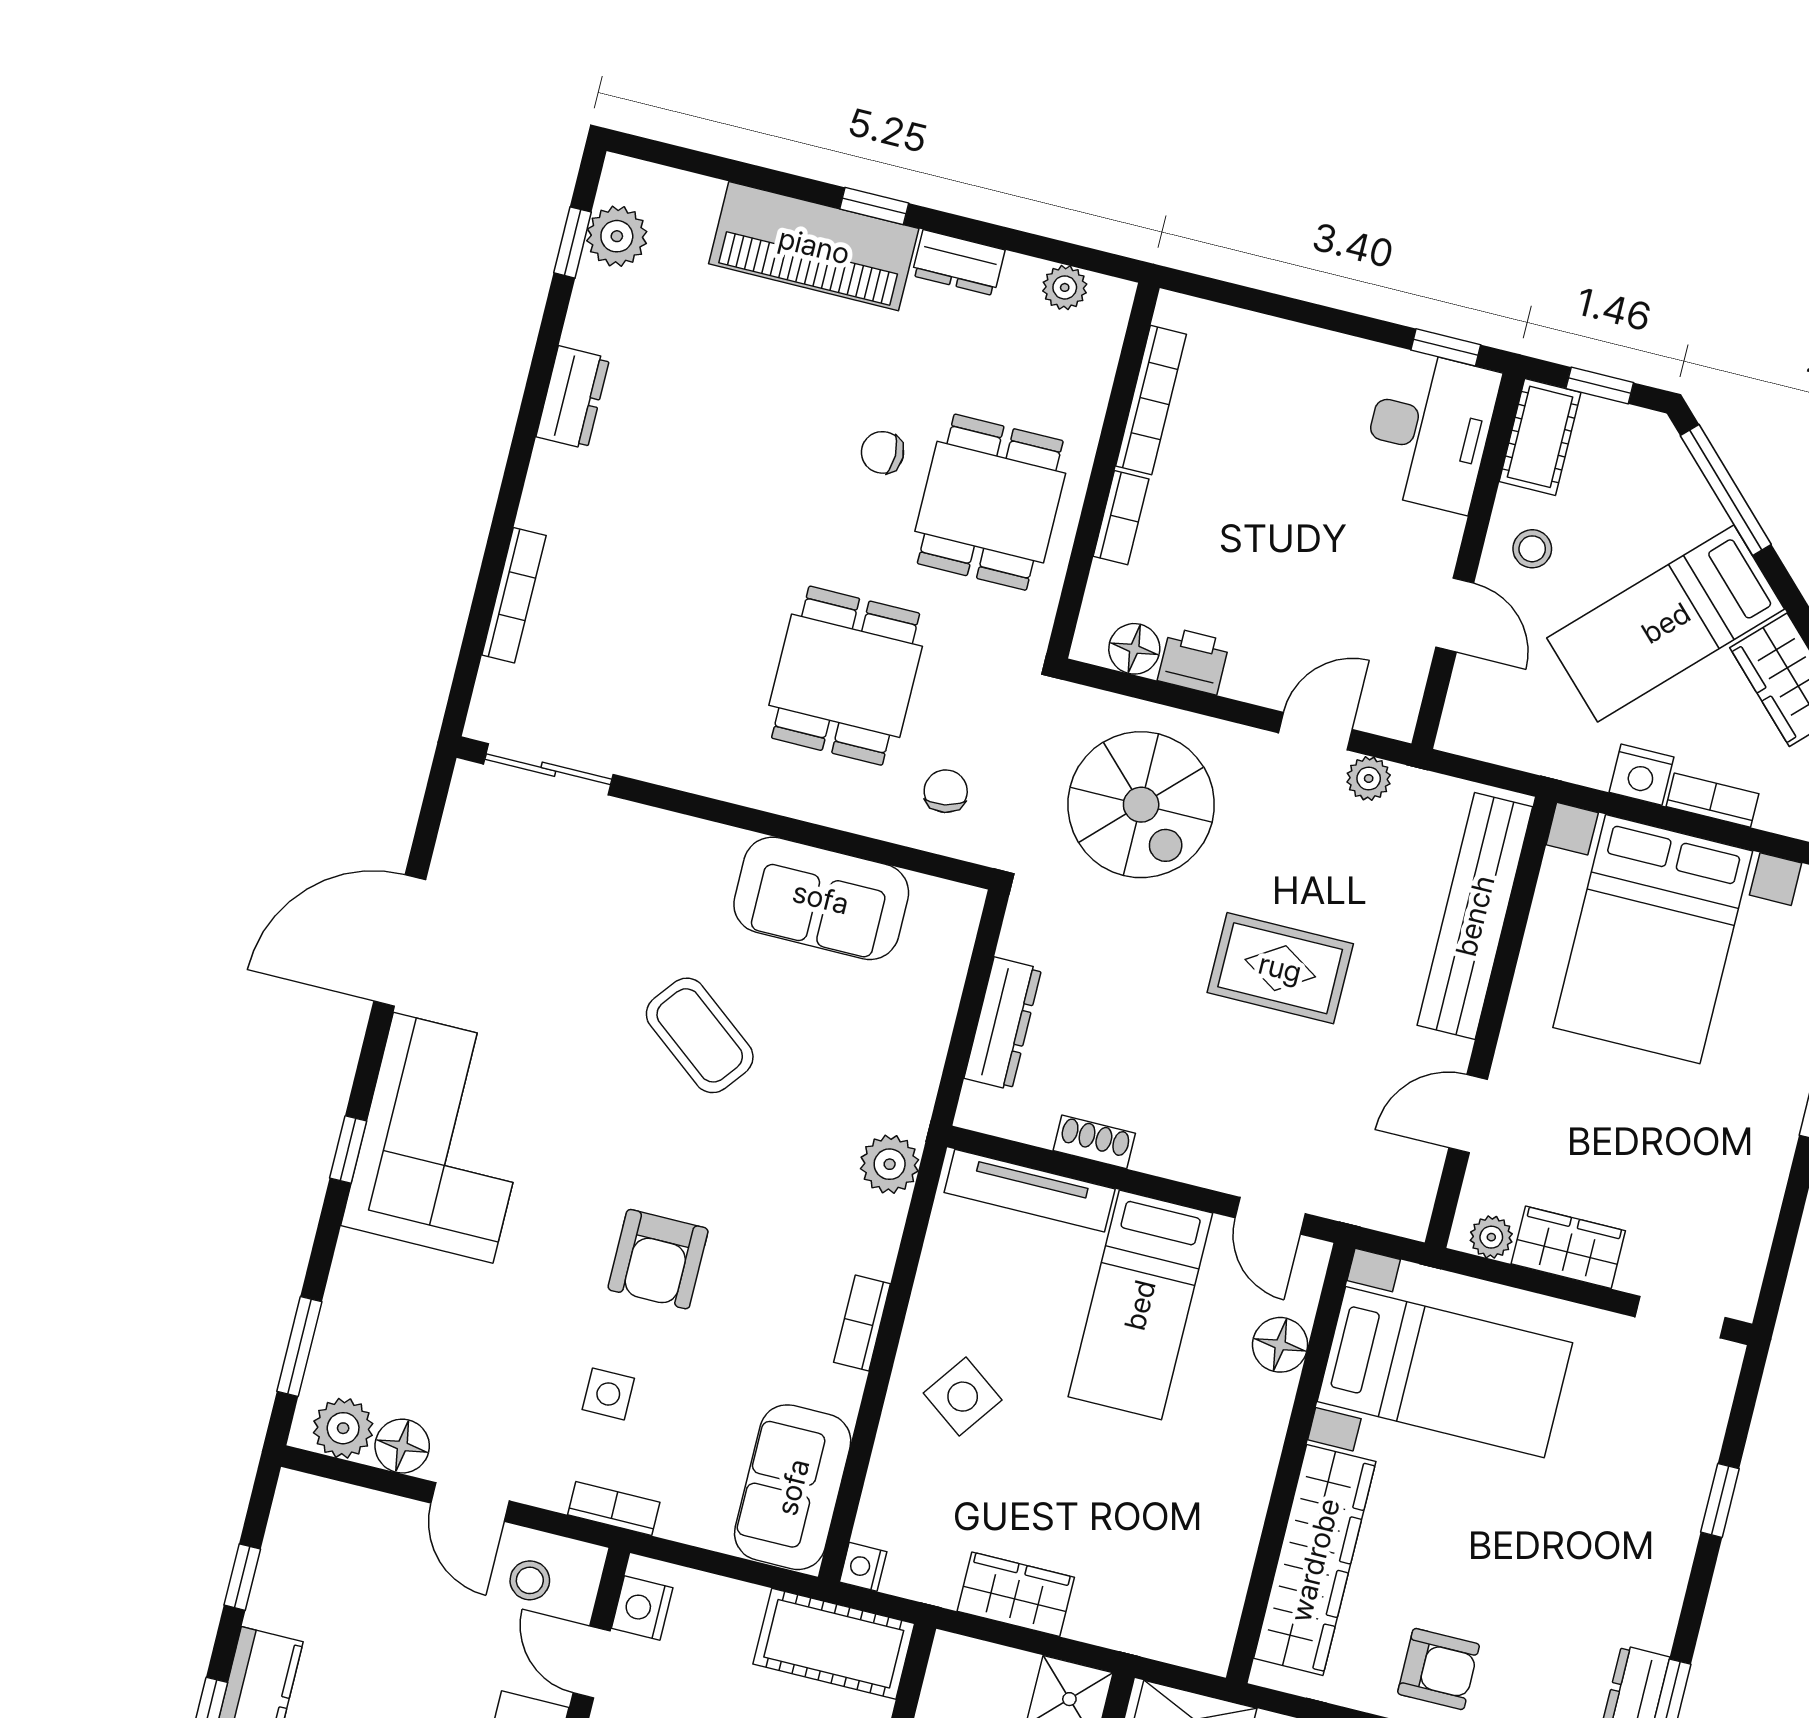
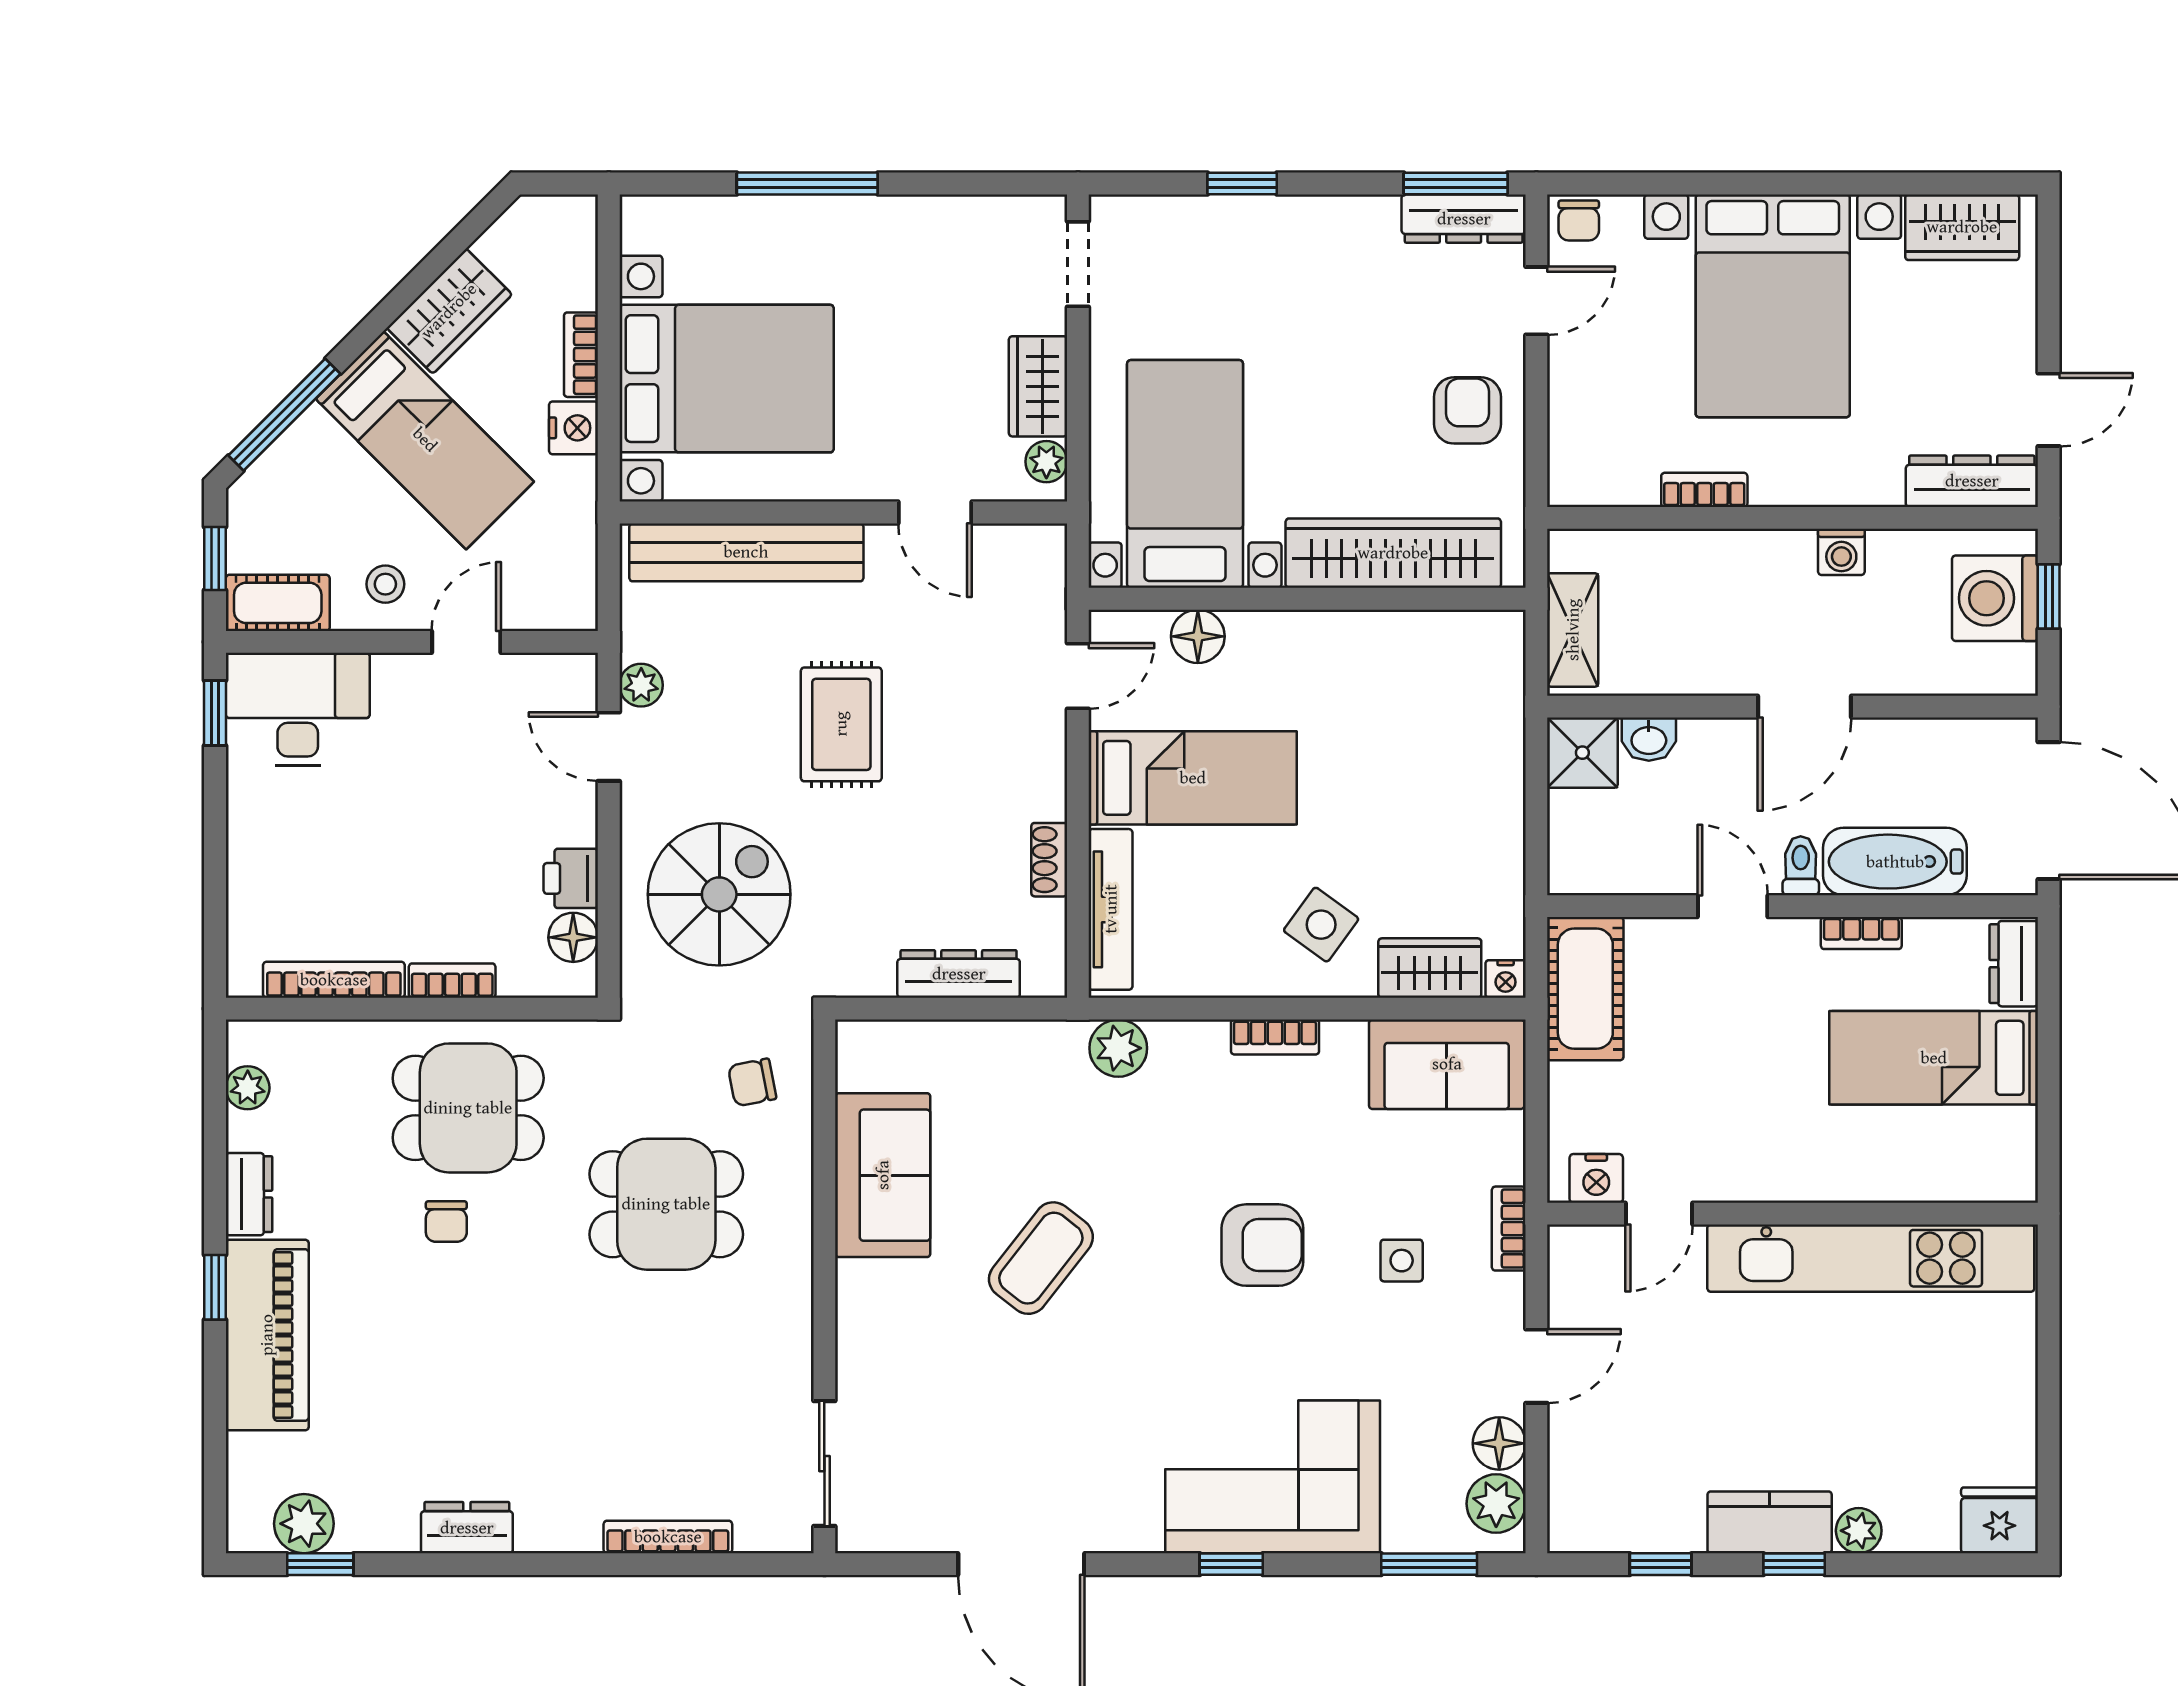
corner sofa: (443, 1138) -> (1273, 1477), moved
stool: (530, 1580) -> (1596, 1291), removed
wardrobe: (1016, 1594) -> (1430, 968), moved, turned 90

